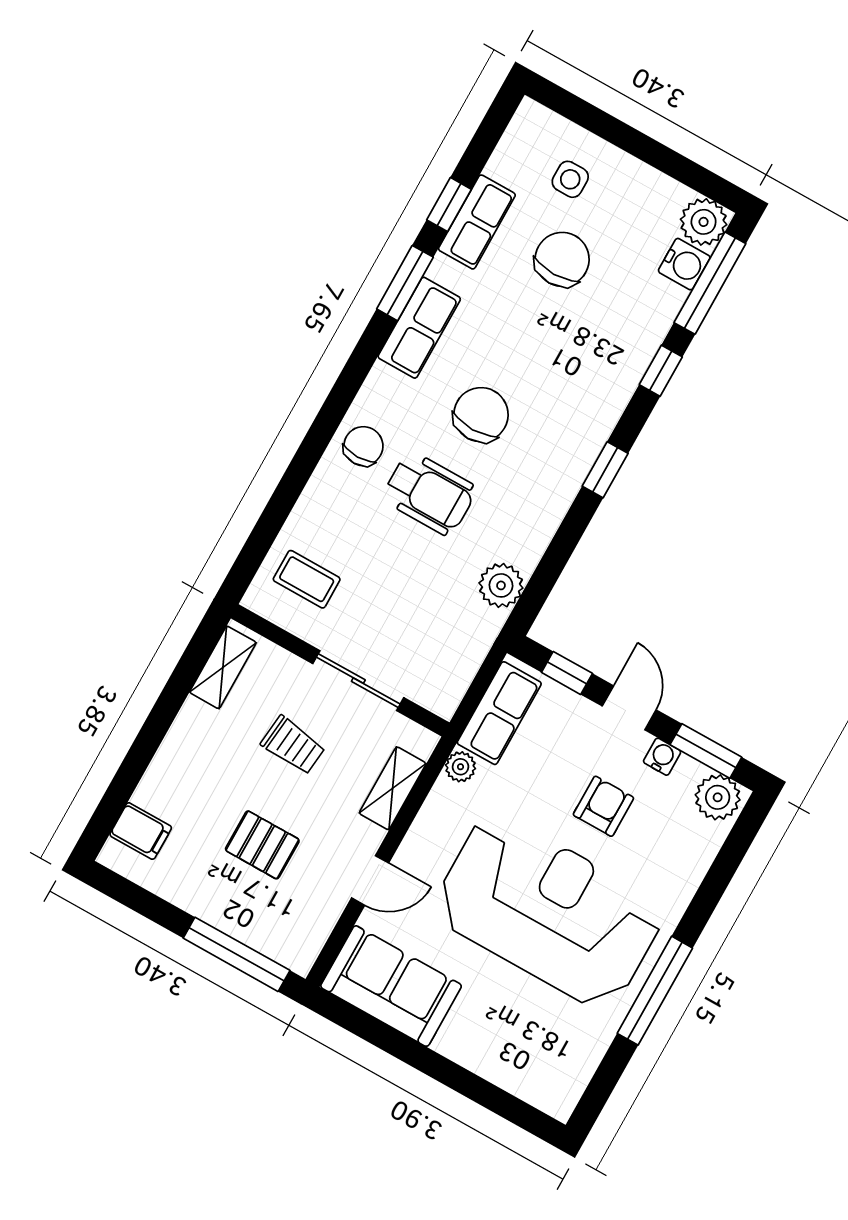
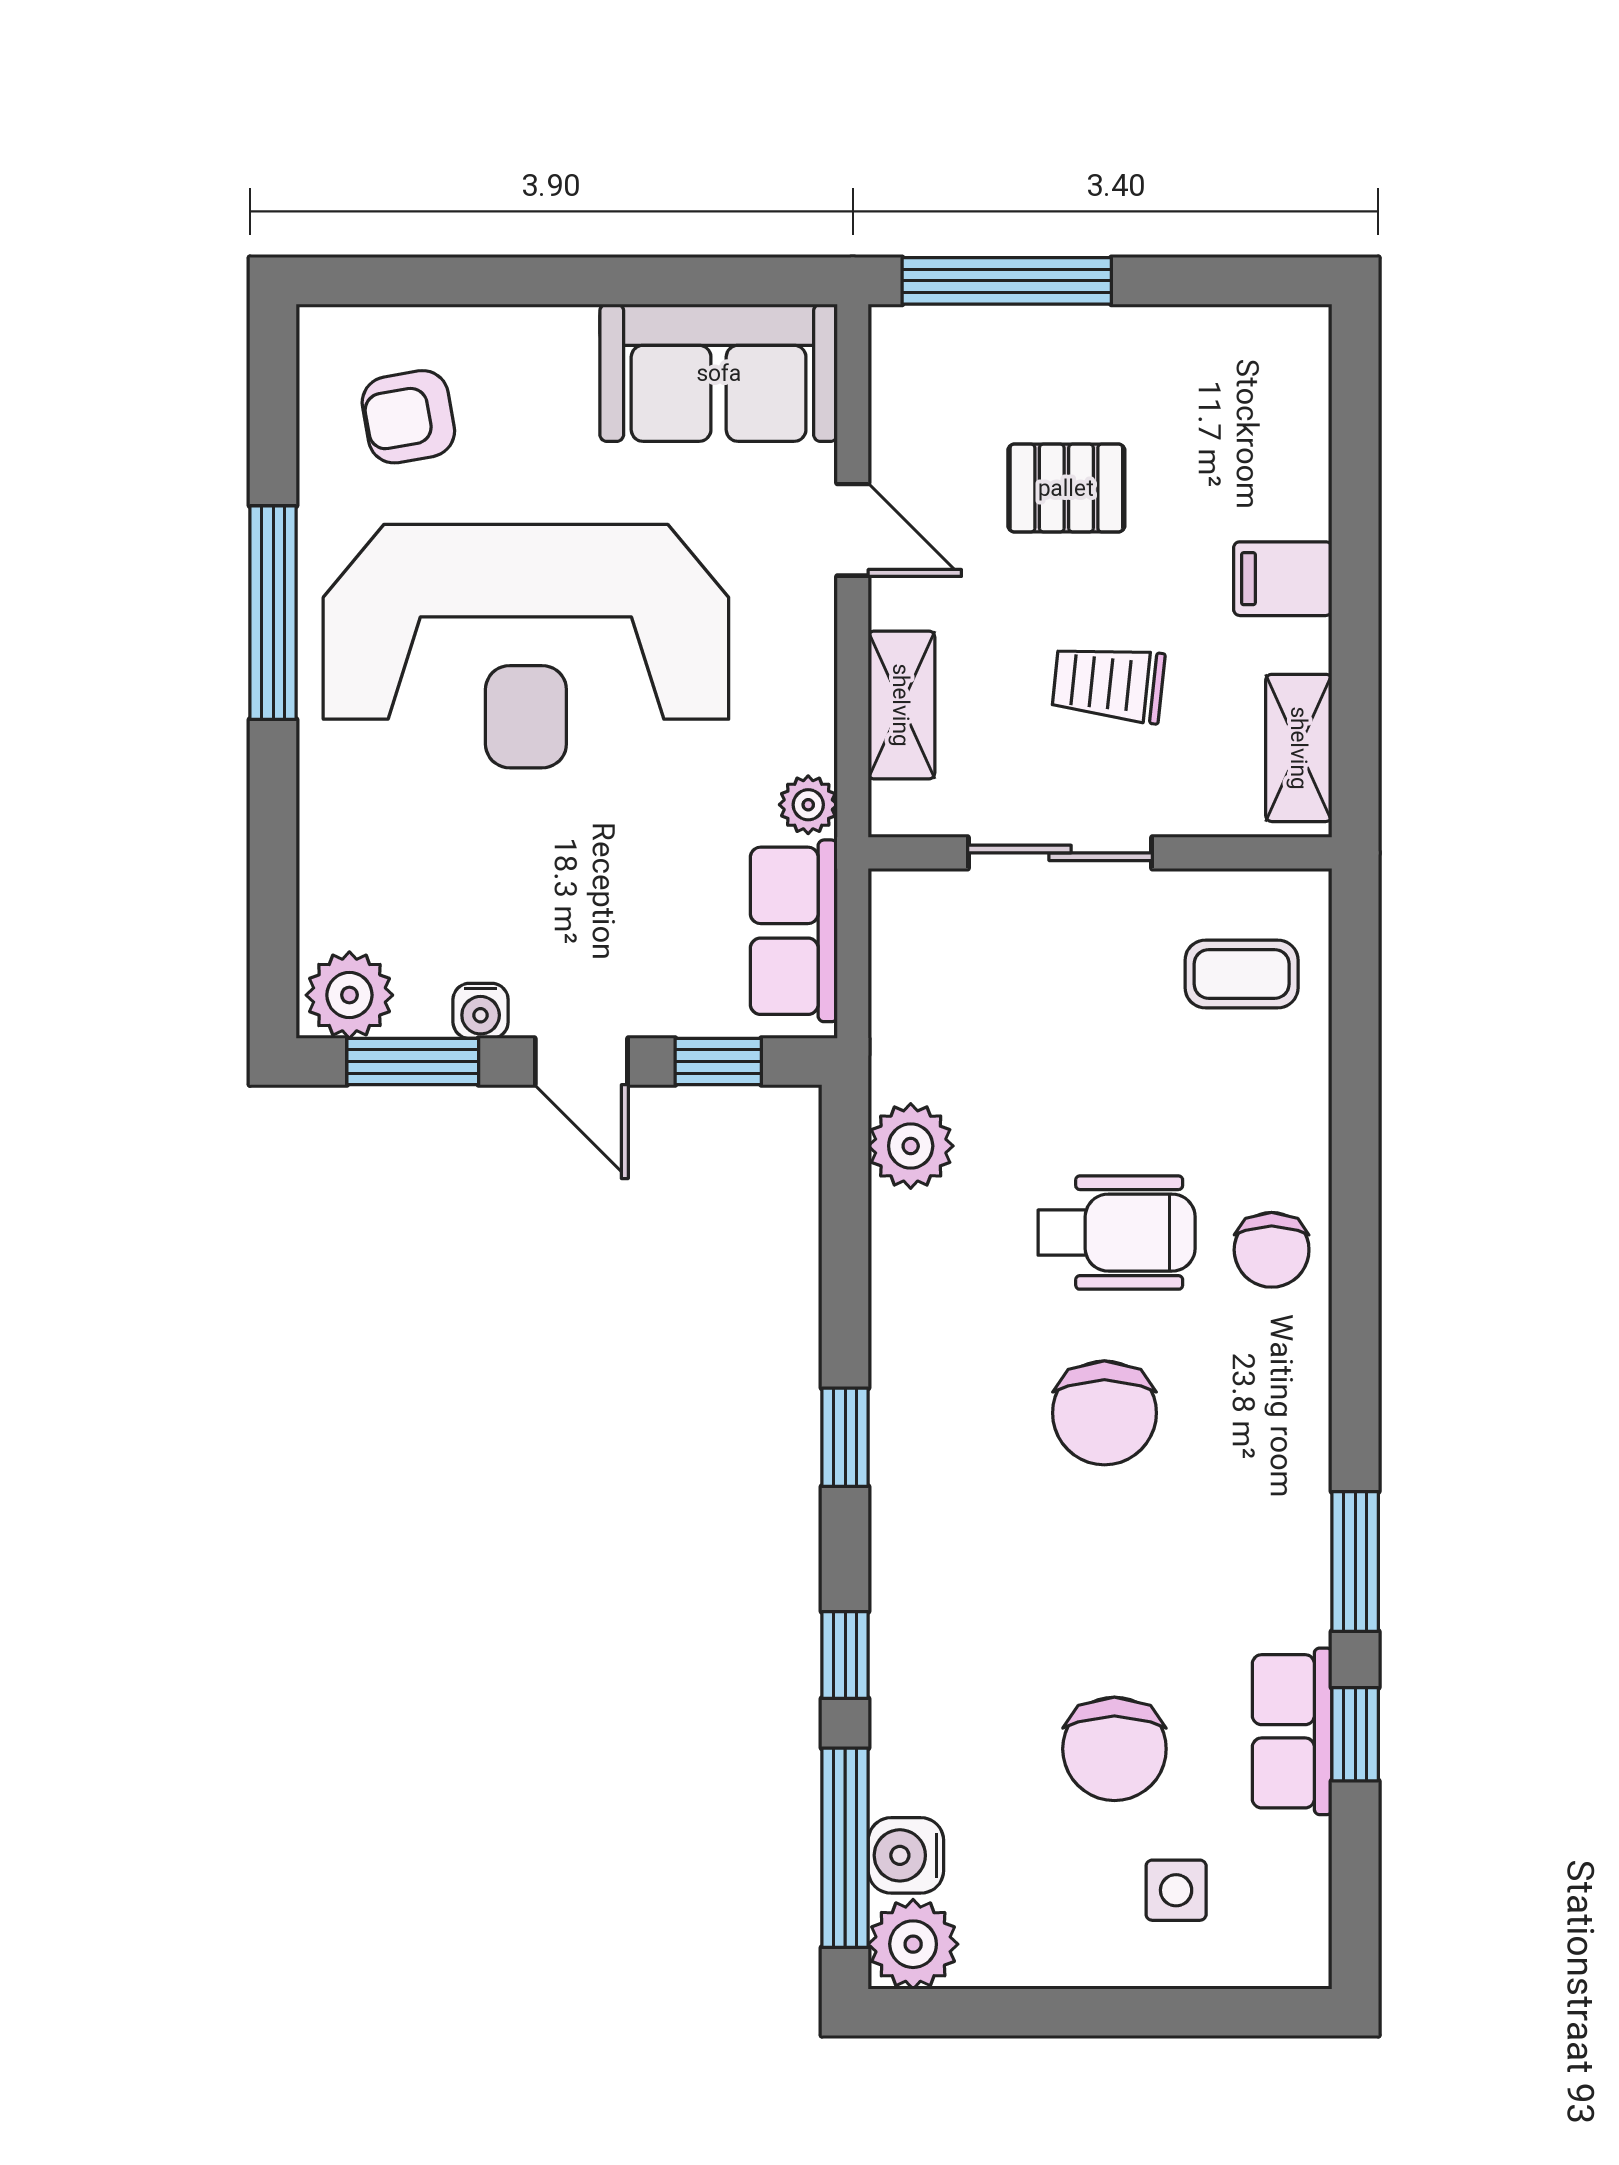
row of seats: (419, 328) -> (1289, 1500), removed
wheelchair: (429, 494) -> (1117, 1233), turned 180
armchair: (603, 806) -> (408, 417), moved, turned 80
filing cabinet: (141, 831) -> (1283, 579), moved
door: (370, 880) -> (853, 530), swing flipped

